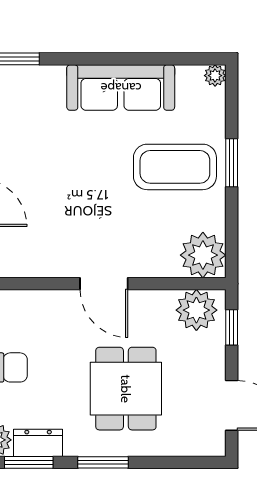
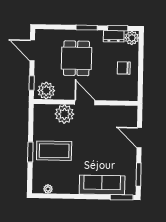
plant: (215, 76) -> (48, 189), moved
sofa: (121, 88) -> (102, 185), moved
plant: (203, 255) -> (64, 114), moved

